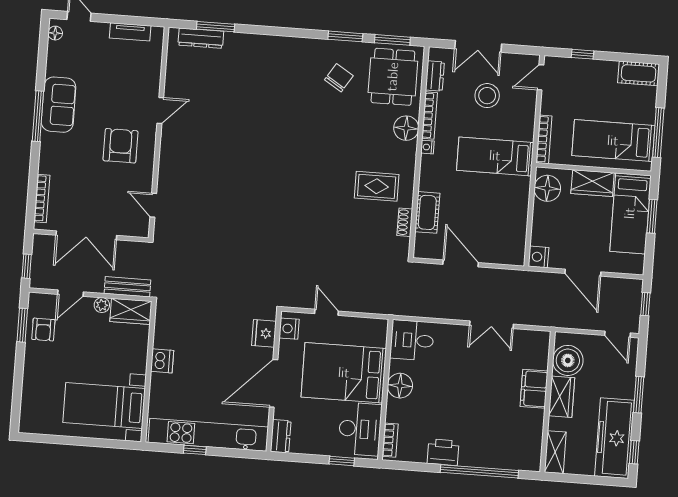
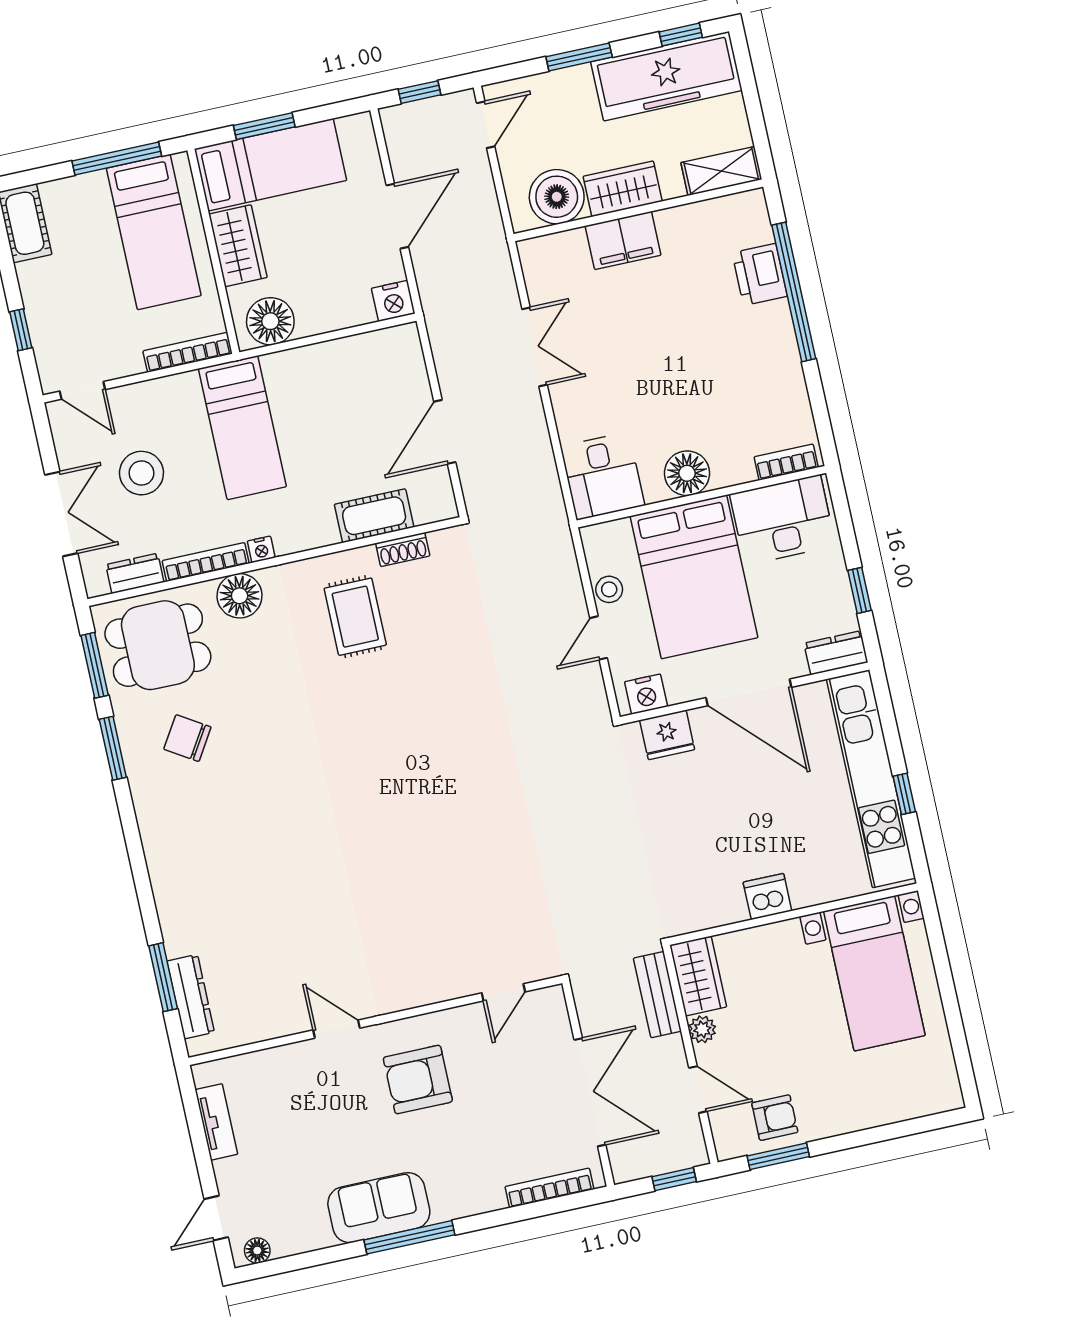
stool: (351, 326) -> (609, 589), added
printer: (443, 452) -> (760, 274), moved
window: (342, 461) -> (859, 590), moved

